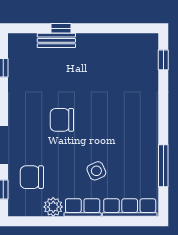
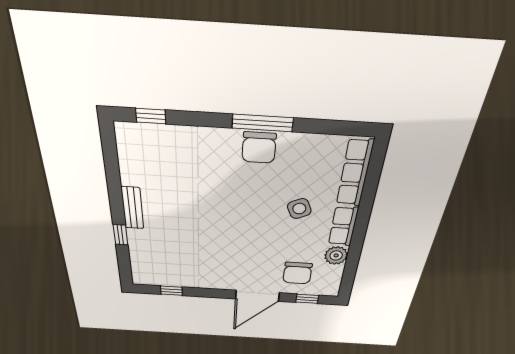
bench: (56, 40) -> (132, 208), moved
chair: (62, 120) -> (259, 148), moved
window: (163, 166) -> (263, 123), moved

